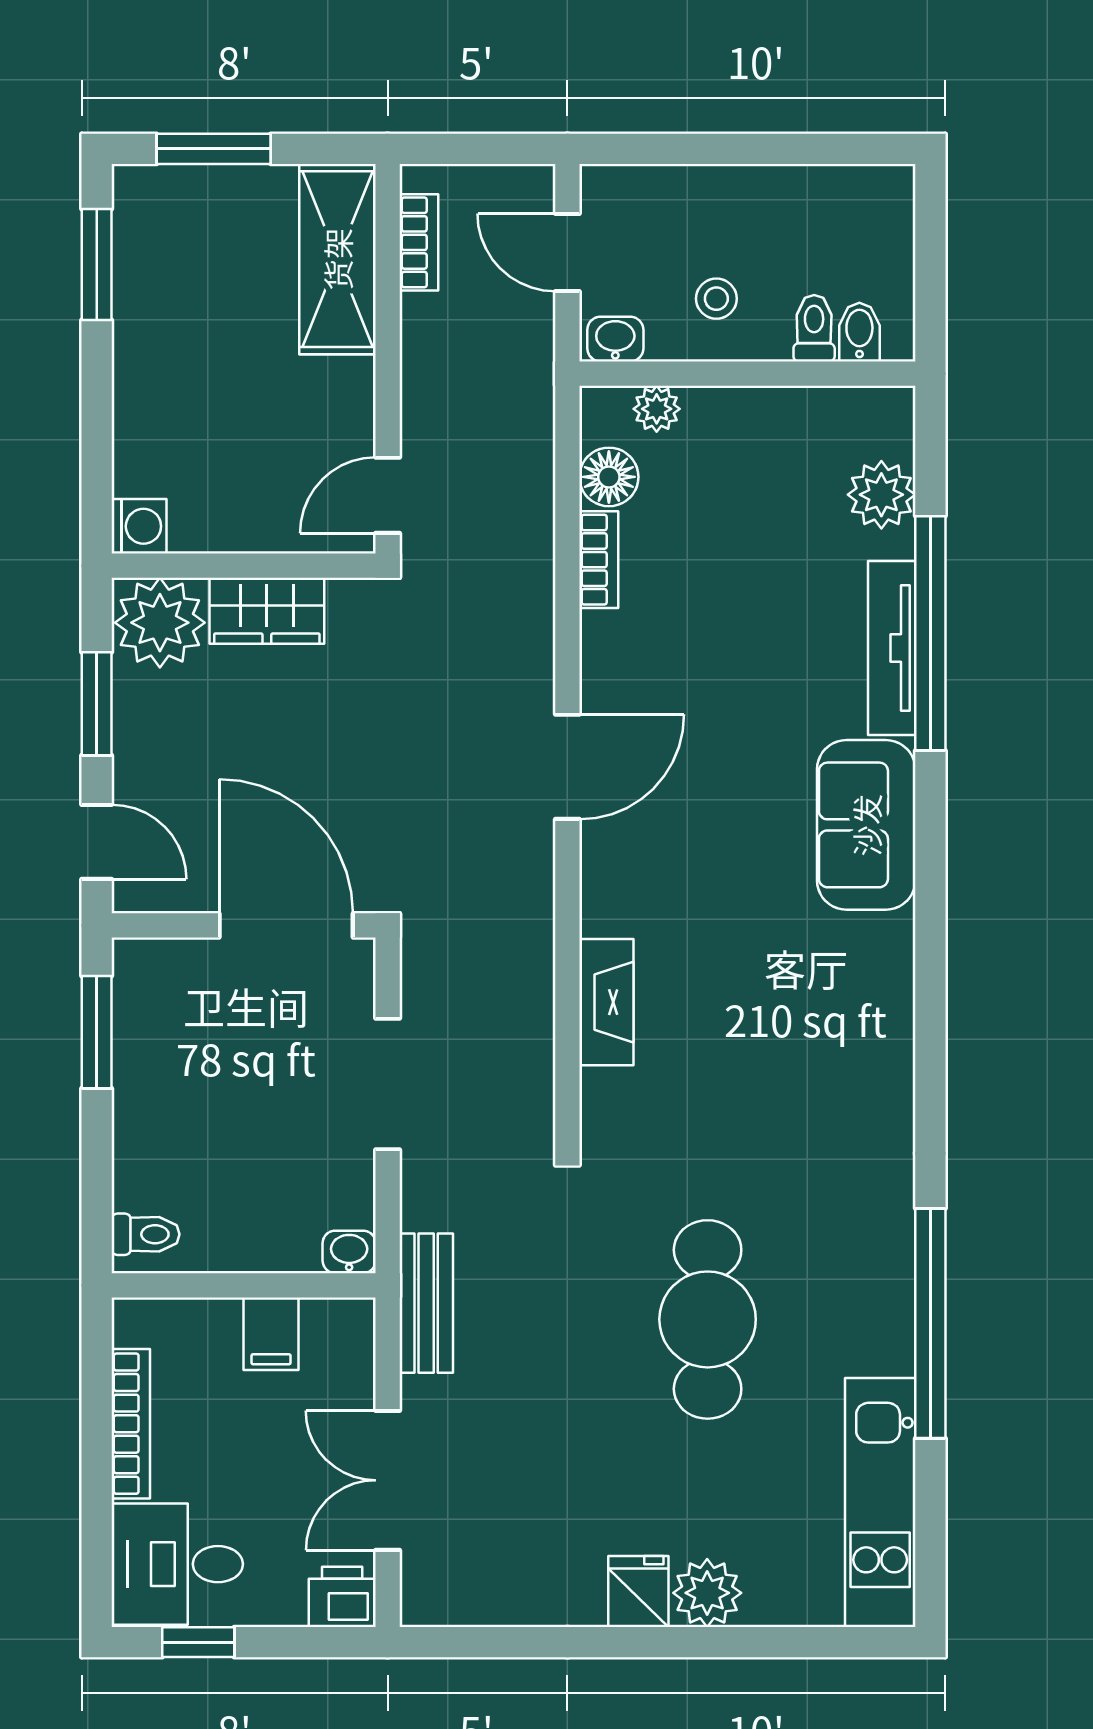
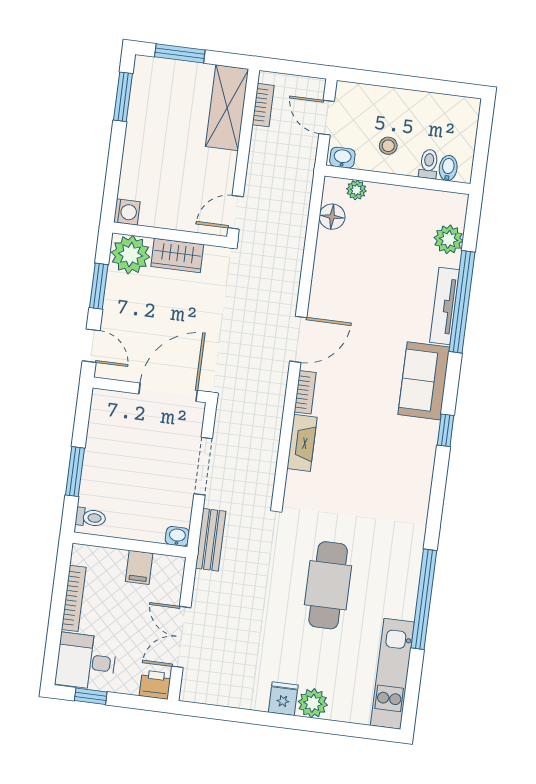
bookcase: (599, 560) -> (305, 392), moved
door: (286, 925) -> (168, 392), hinge flipped
window: (930, 931) -> (446, 430), added
window: (97, 1032) -> (75, 472), moved
bench: (426, 1303) -> (211, 540), moved

